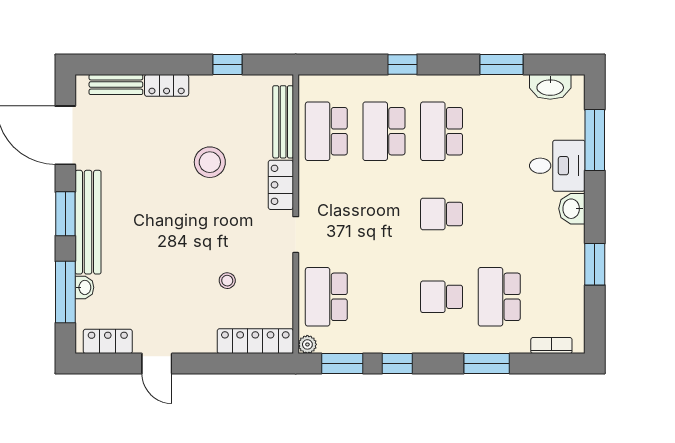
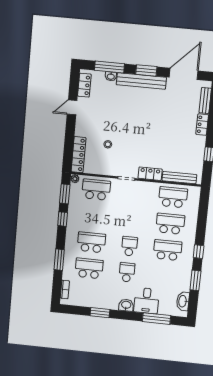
window: (402, 64) -> (199, 252), moved
stool: (210, 162) -> (164, 141), removed
school desk: (499, 214) -> (127, 272), added
school desk: (442, 297) -> (91, 242), width x1.85

